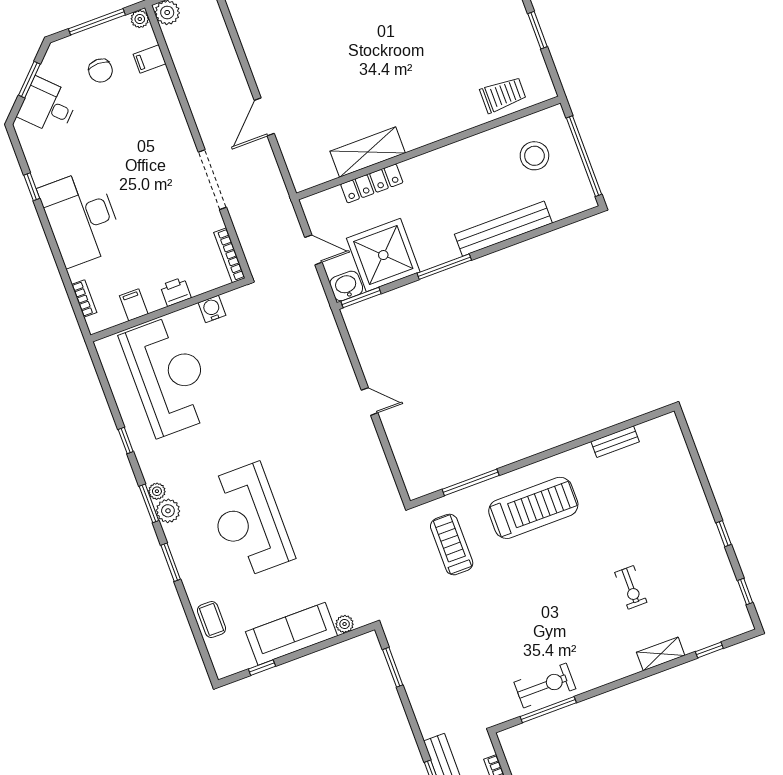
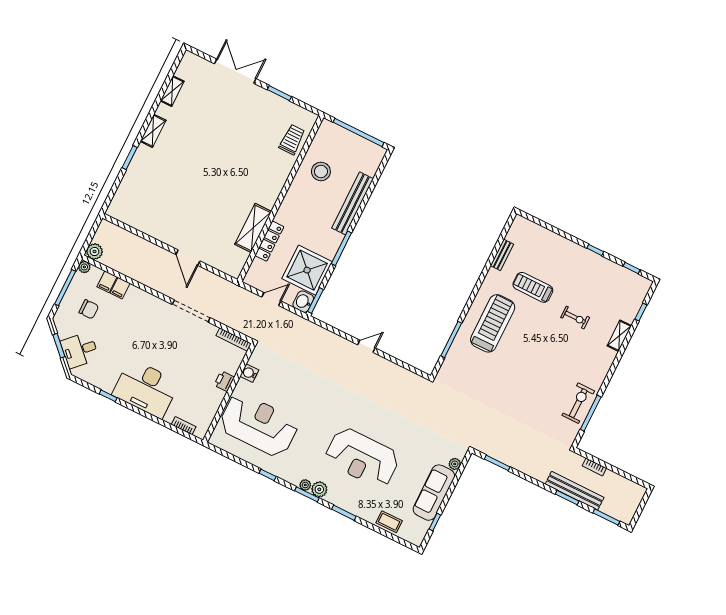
stool: (534, 156) -> (321, 171), moved
filing cabinet: (134, 305) -> (120, 288), moved, turned -90
treadmill: (452, 545) -> (533, 287), moved

